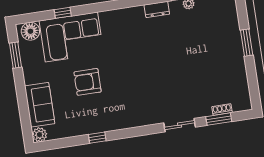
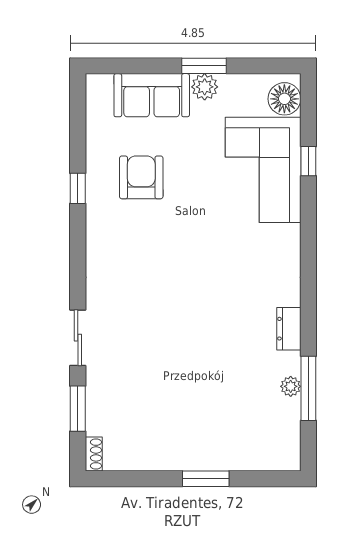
window: (15, 55) -> (204, 66), moved
armchair: (88, 82) -> (141, 177), moved
shoe rack: (222, 110) -> (94, 454), moved
plant: (39, 135) -> (205, 87), moved

